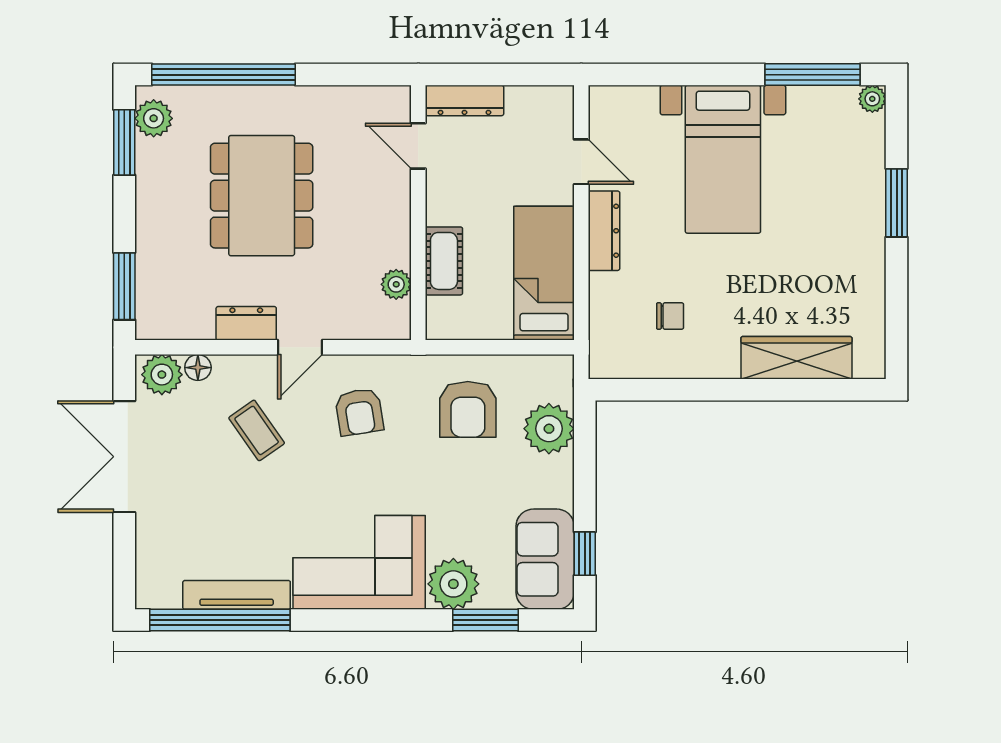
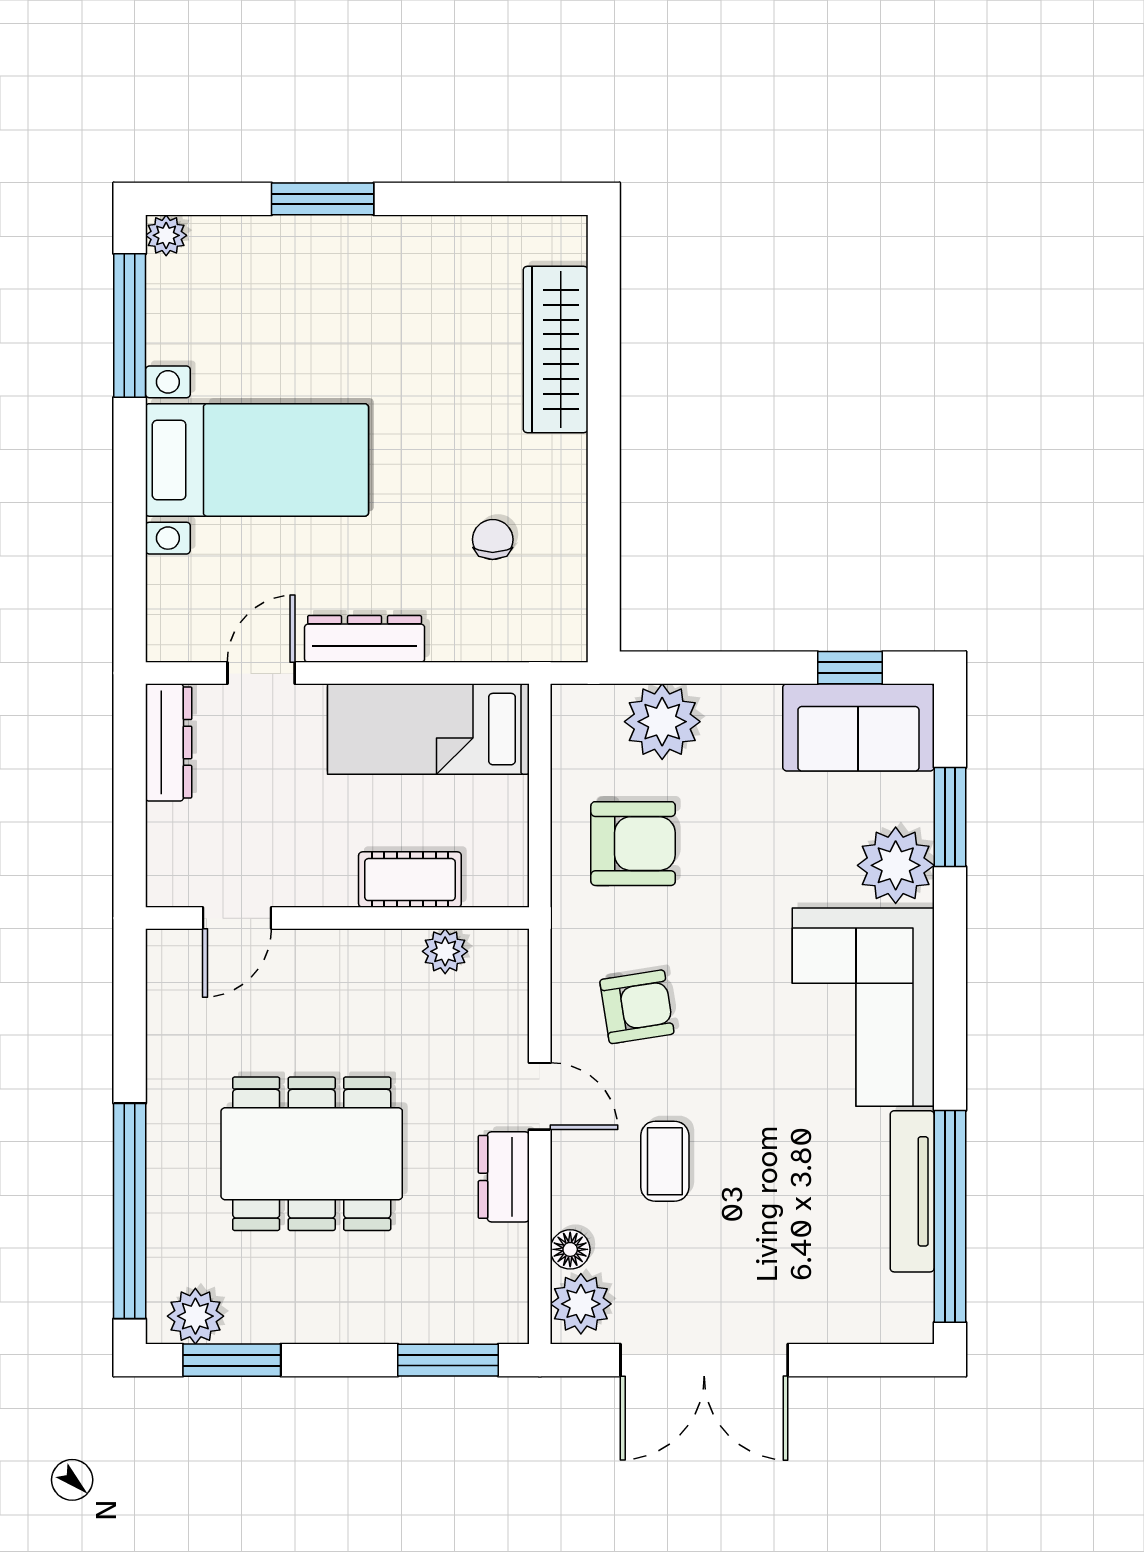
dresser: (464, 100) -> (169, 742), moved
coffee table: (257, 430) -> (665, 1161), turned -55

